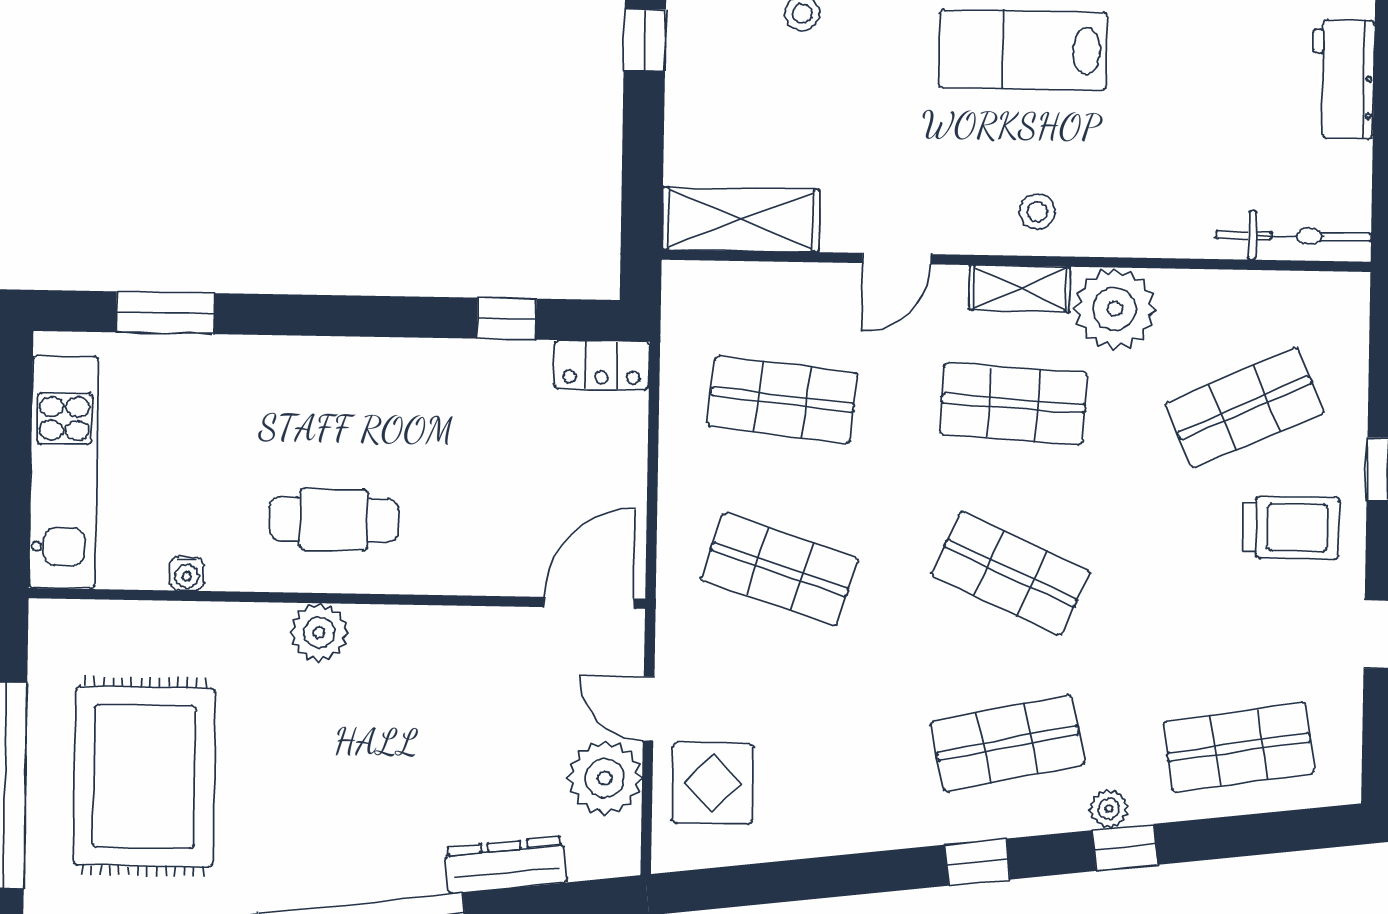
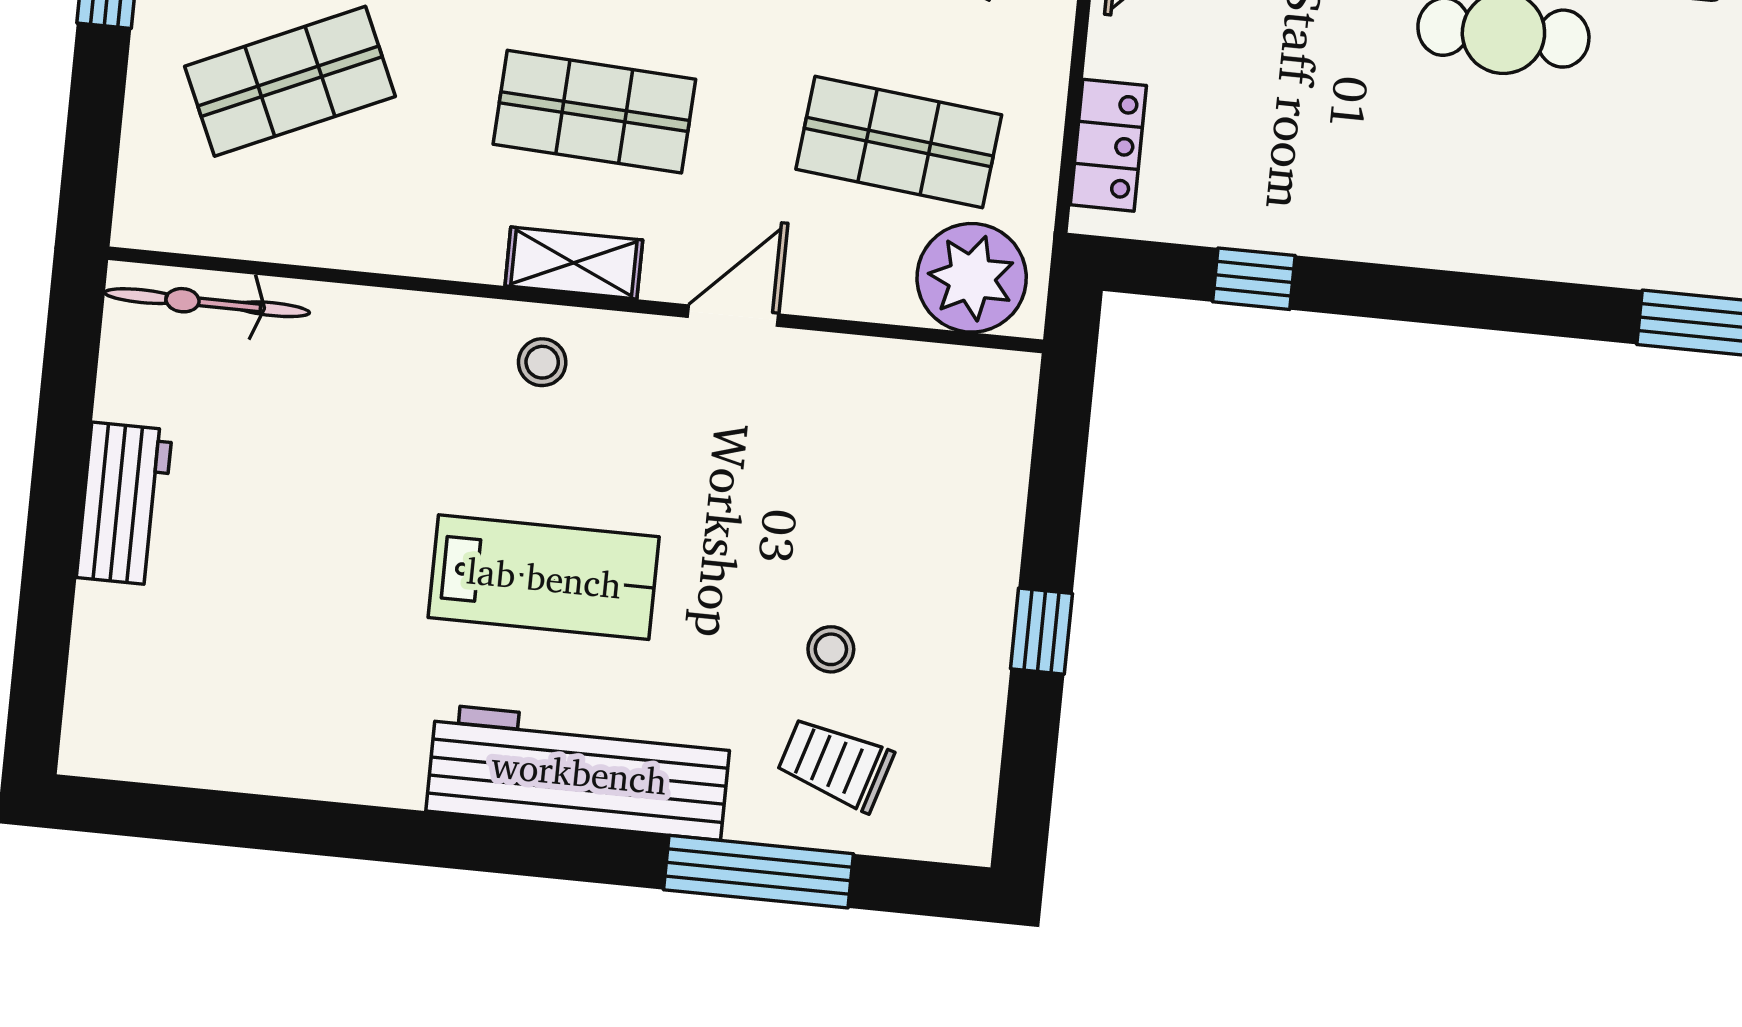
shelving: (741, 219) -> (934, 384), removed
plant: (1115, 309) -> (972, 278), moved
locker: (602, 365) -> (1108, 145), moved, turned 90

